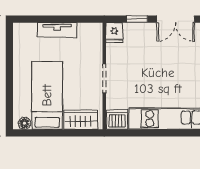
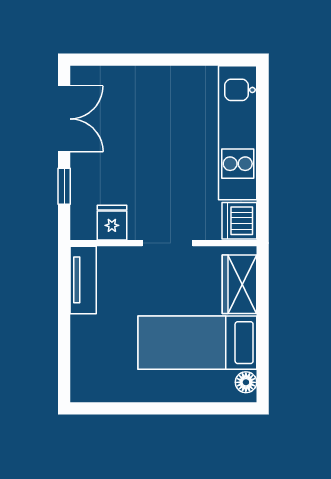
tv unit: (57, 30) -> (83, 280), moved
fridge: (114, 33) -> (112, 223), moved, turned -90

